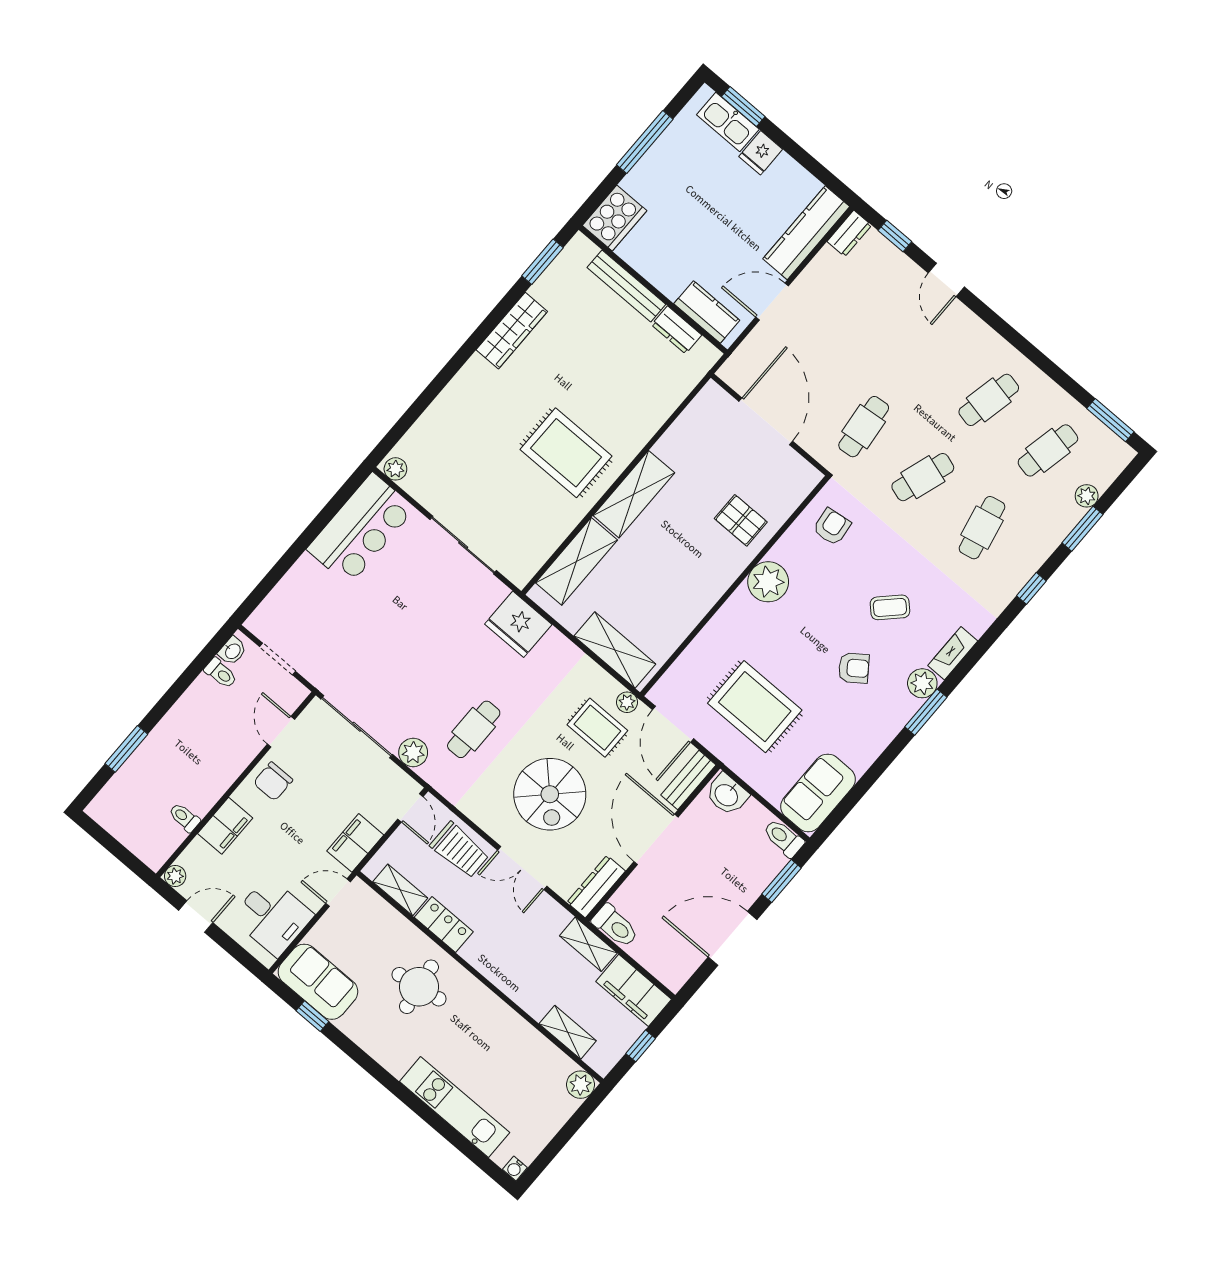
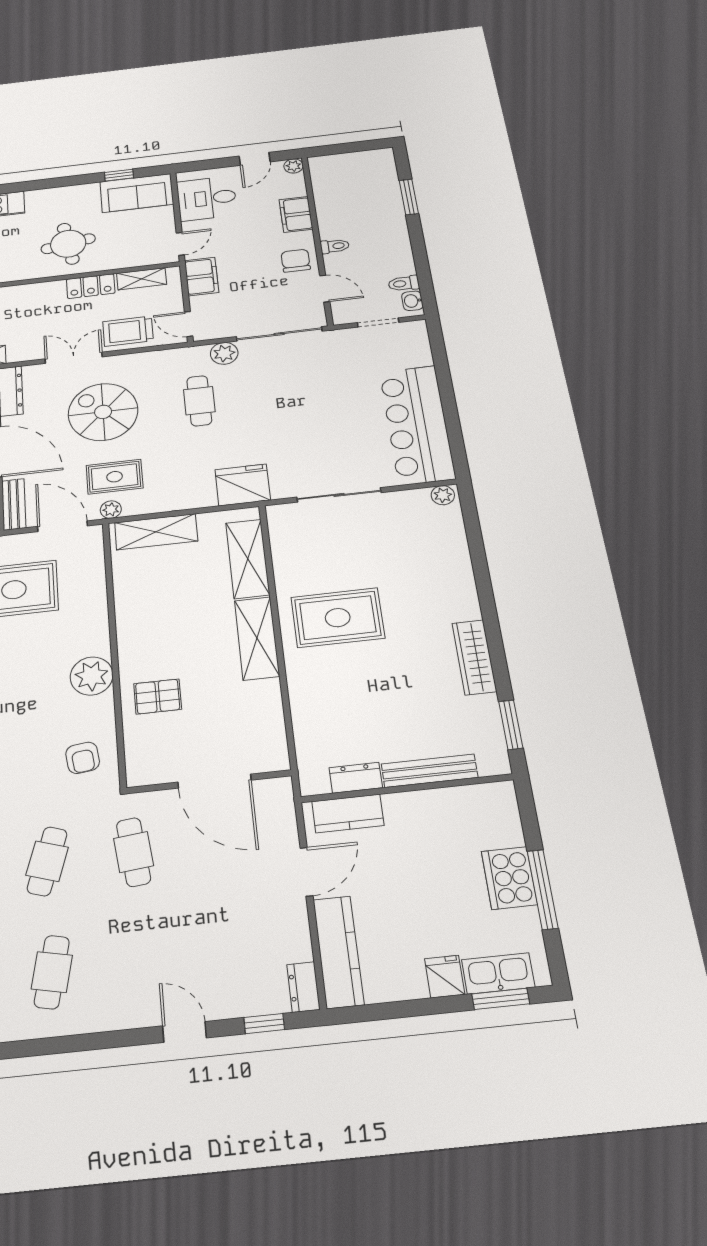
cooker: (615, 218) -> (509, 878), moved
bar counter: (361, 529) -> (417, 425), width x1.36
toilet: (184, 817) -> (335, 246), moved

